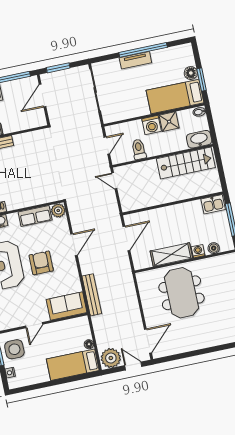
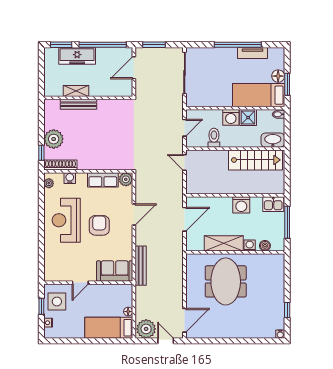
tv unit: (135, 60) -> (252, 53), moved
washing machine: (181, 212) -> (241, 205), added

